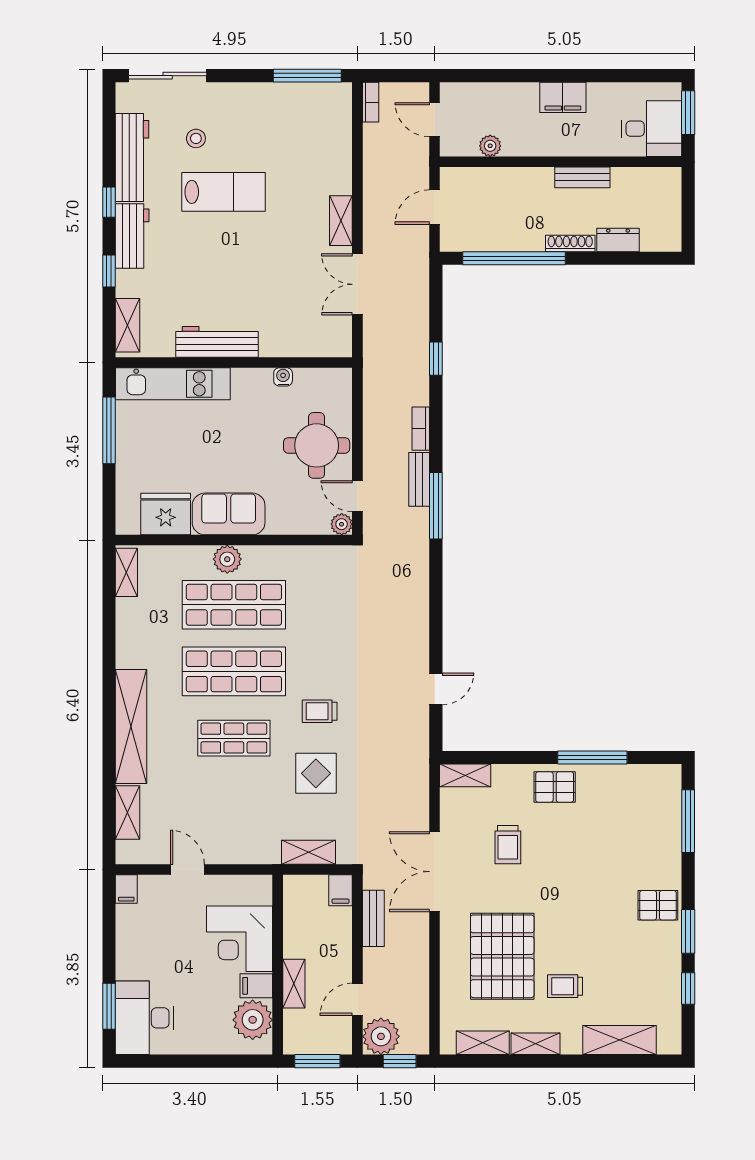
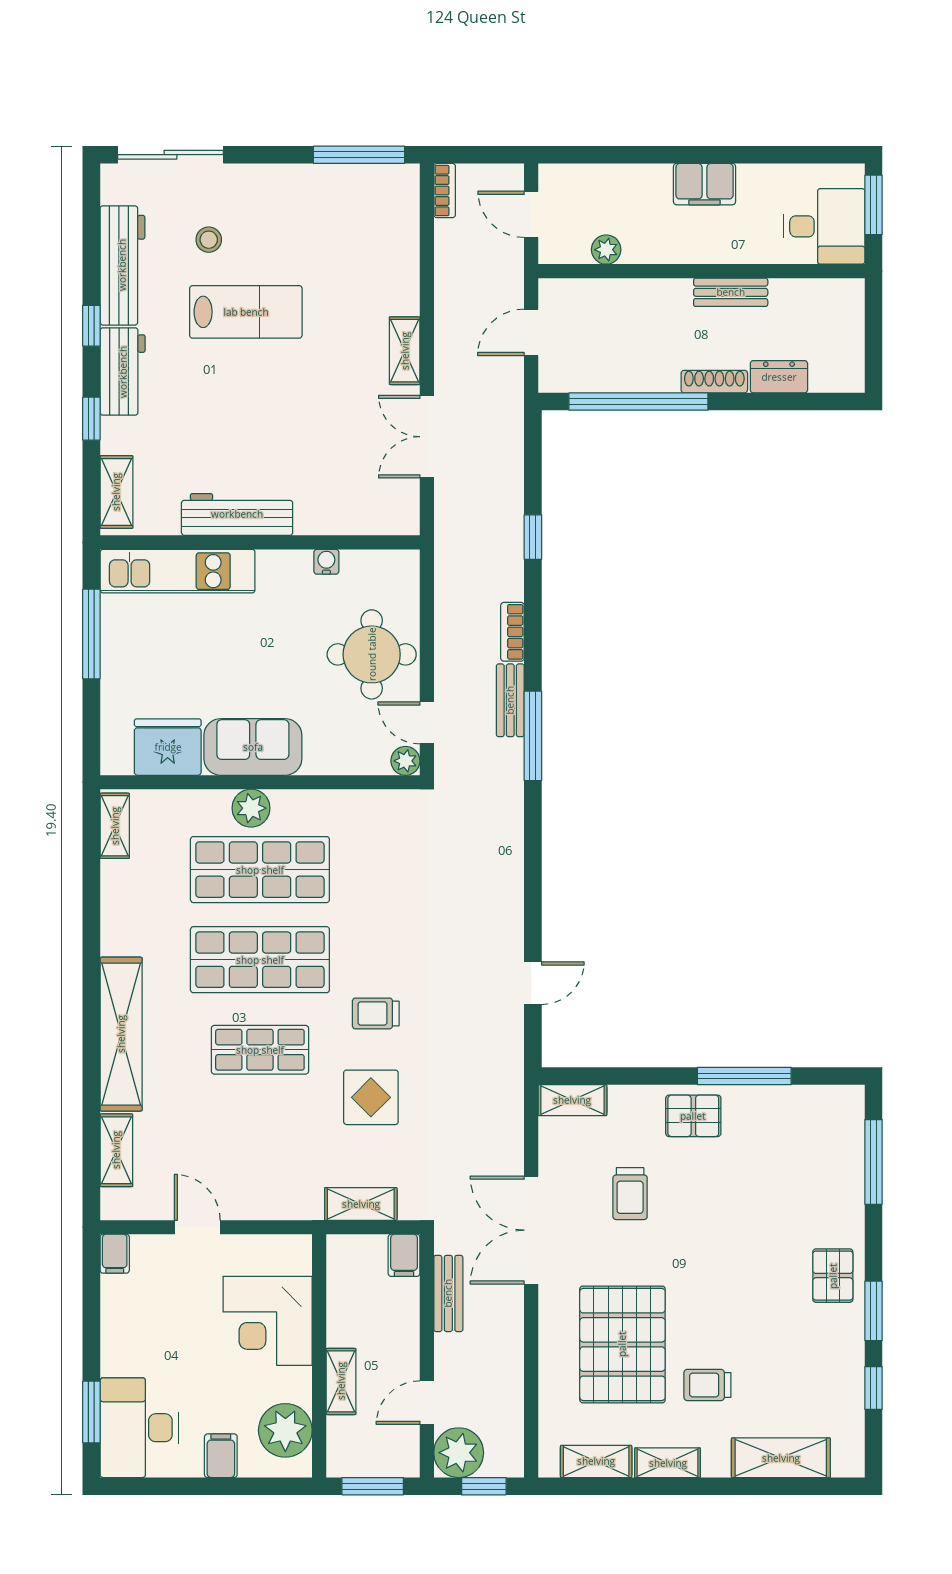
pallet: (658, 905) -> (833, 1276), turned 90
filing cabinet: (256, 986) -> (221, 1456), moved, turned 90

